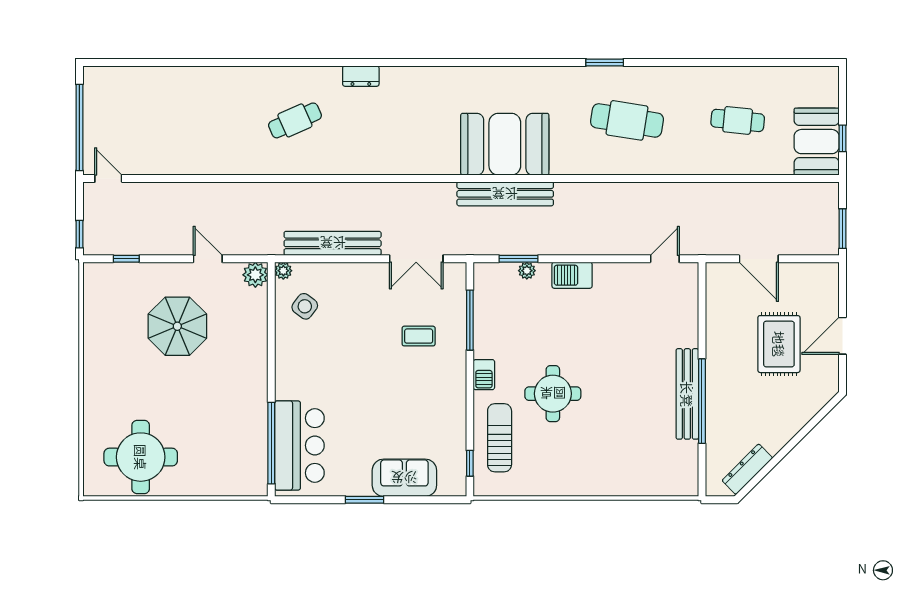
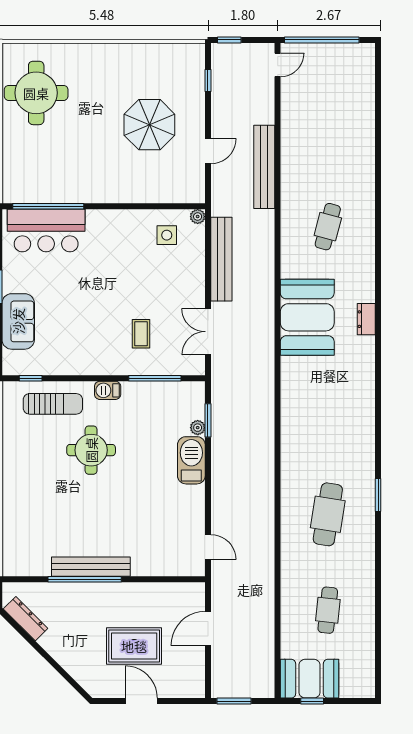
dresser: (361, 76) -> (366, 319), moved
cafe table: (295, 120) -> (328, 227), turned 39
booth: (505, 144) -> (307, 317), moved
bench: (505, 194) -> (264, 167), moved
plant: (255, 275) -> (194, 192), removed
barbecue: (572, 275) -> (191, 460), width x1.37, depth x1.21
side table: (305, 306) -> (167, 235), turned -37

